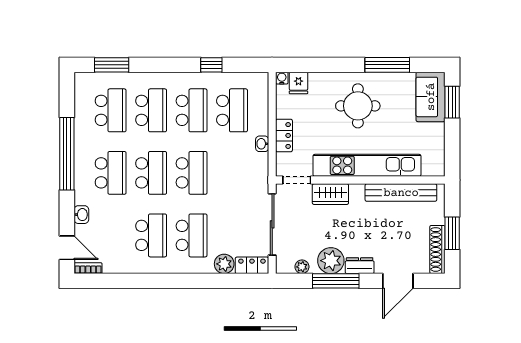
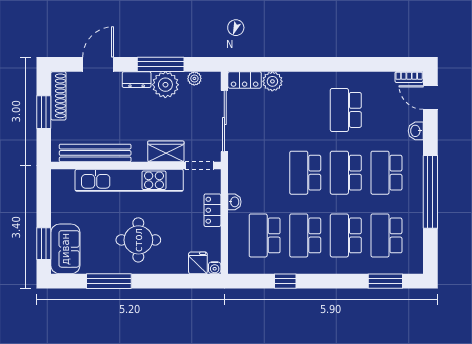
school desk: (192, 235) -> (305, 110), removed

